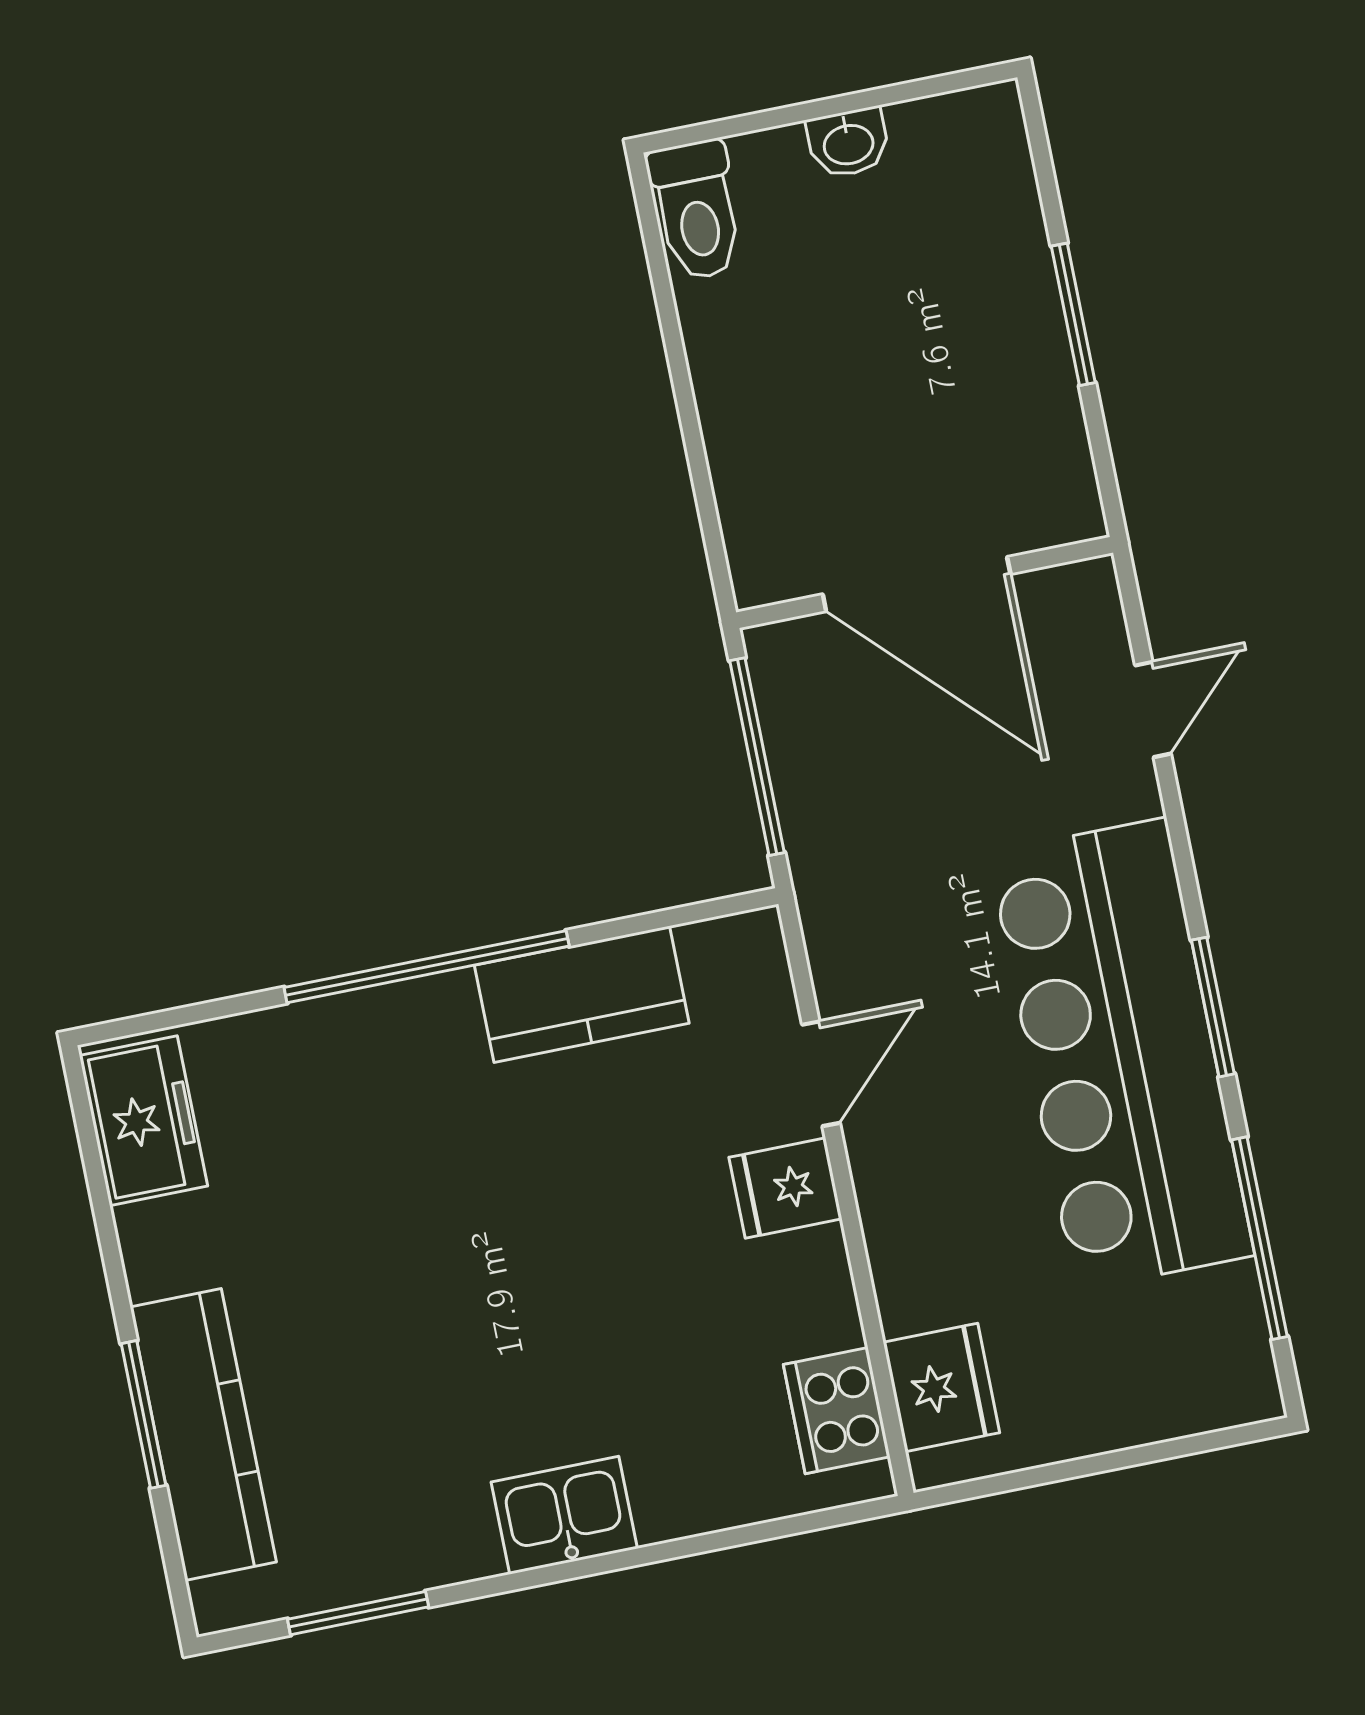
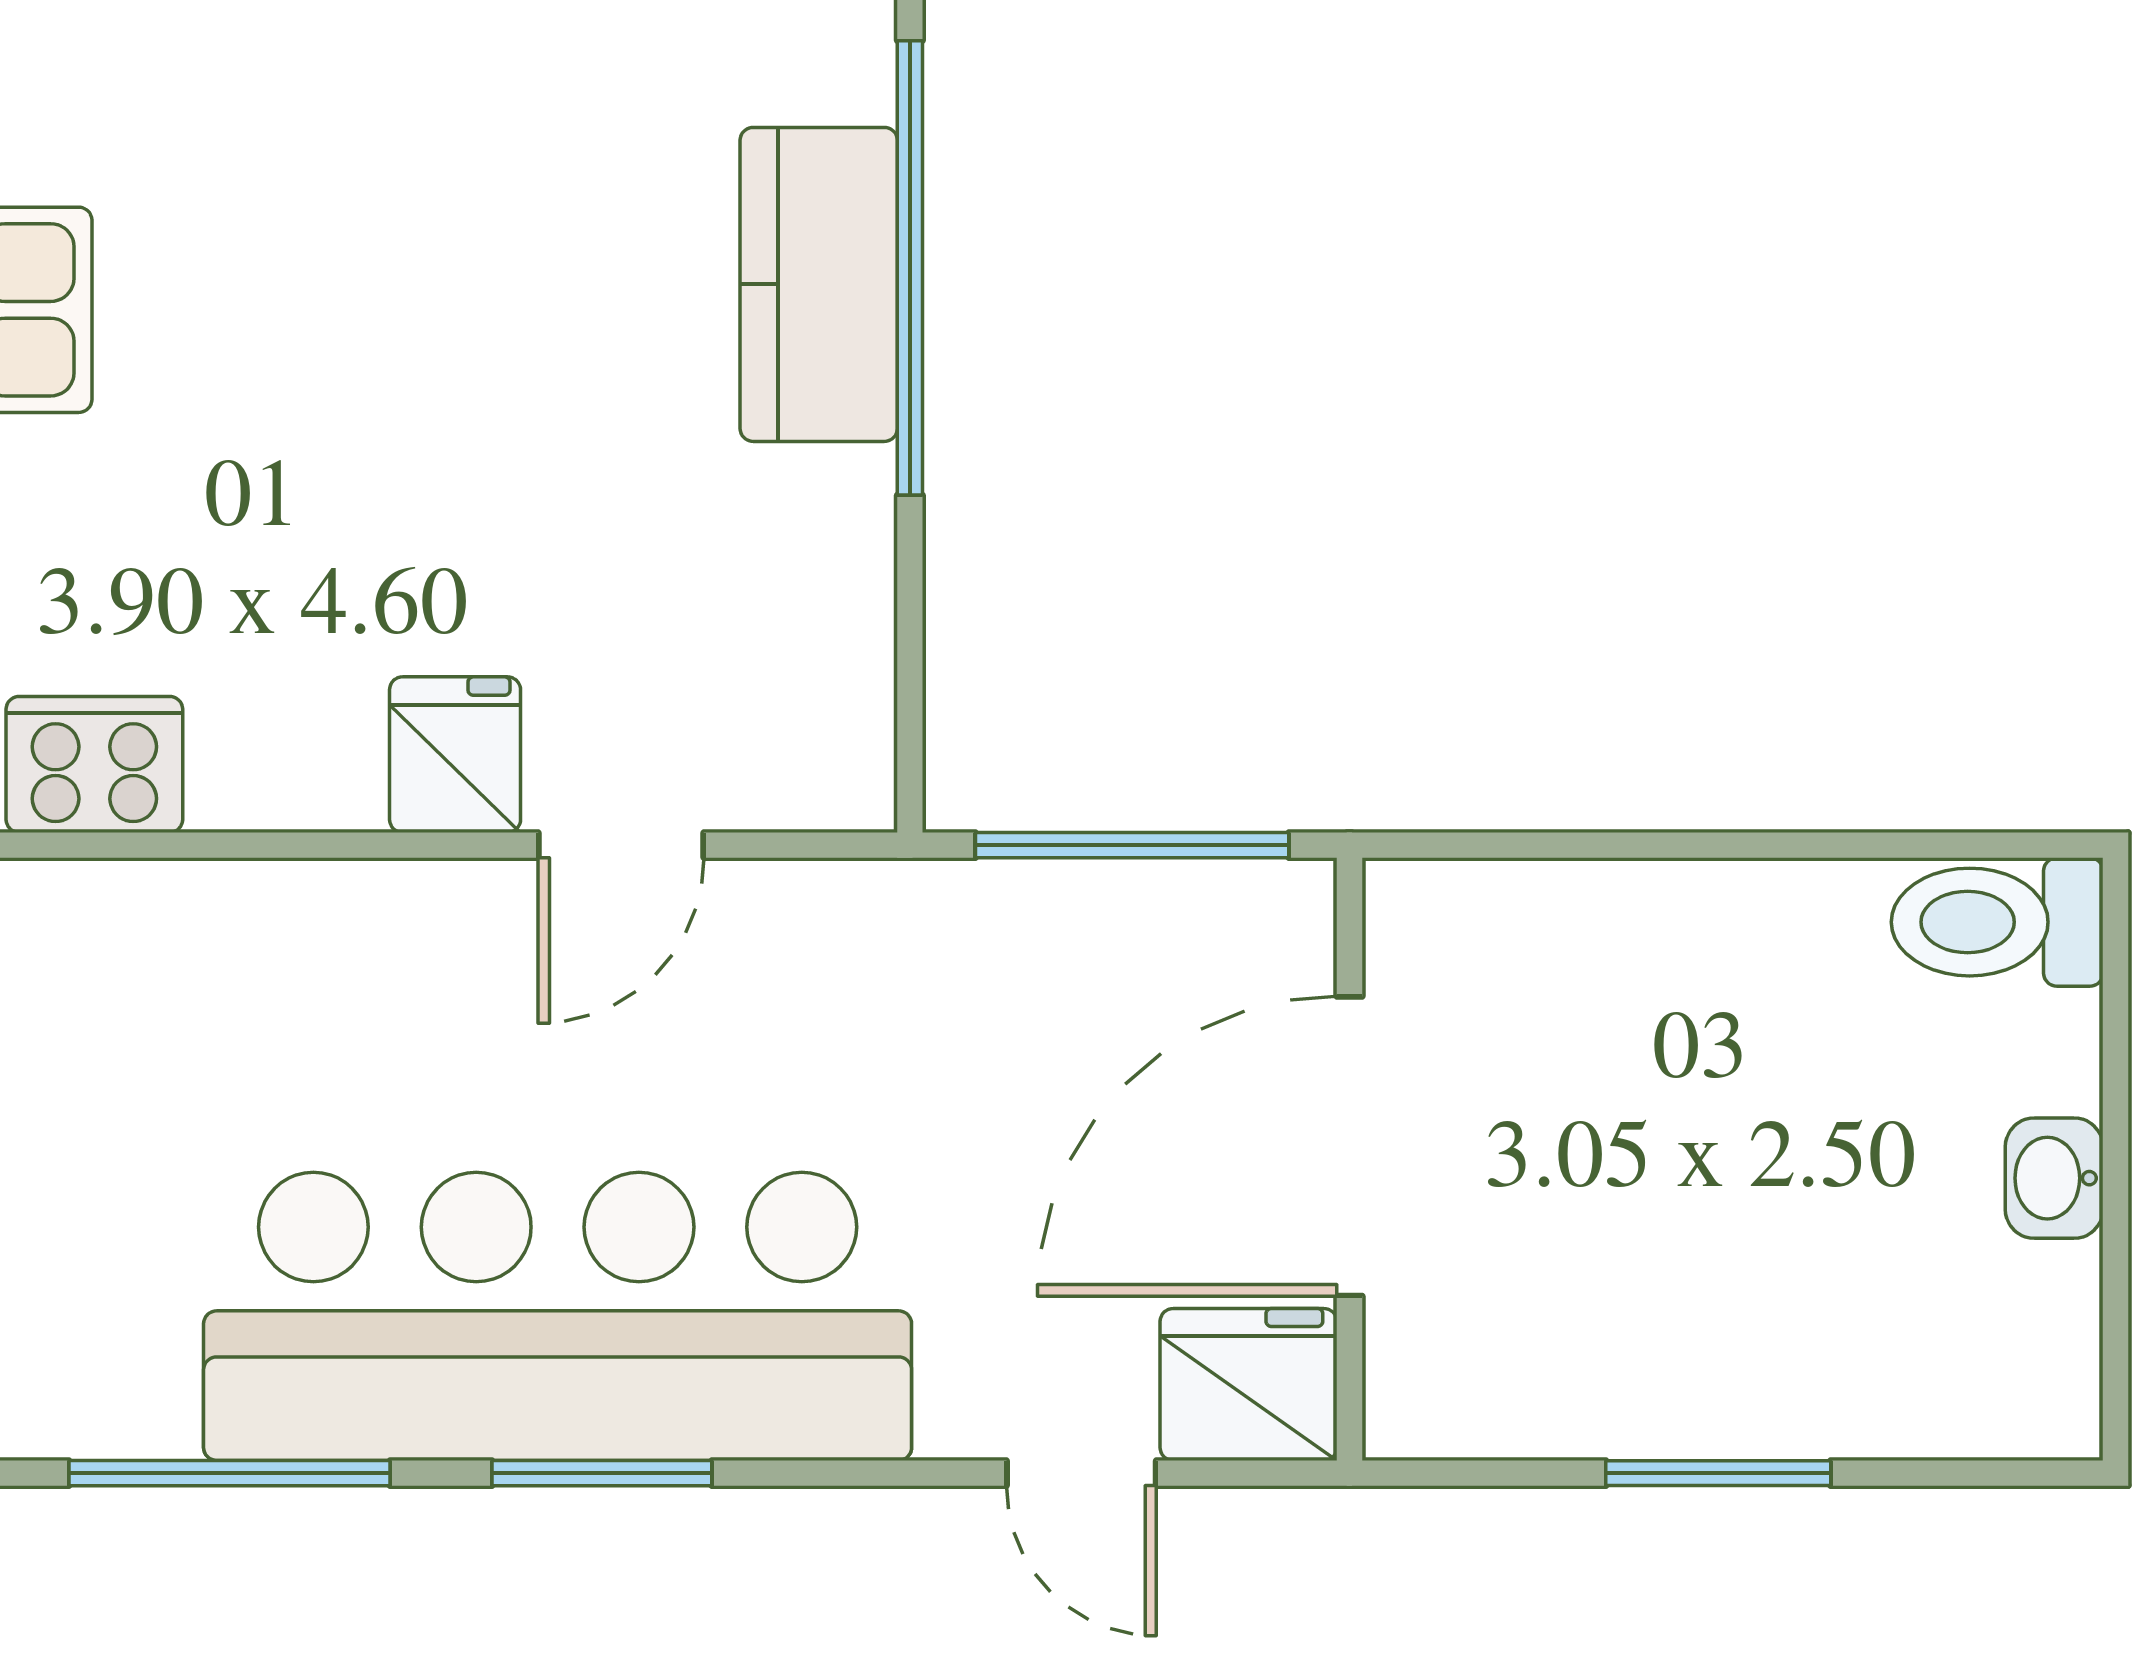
kitchen counter: (582, 994) -> (819, 284), moved
door: (821, 1074) -> (621, 845), hinge flipped
fridge: (941, 1387) -> (1248, 1384), moved, turned 180

